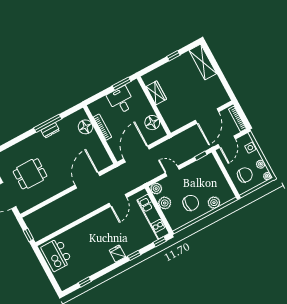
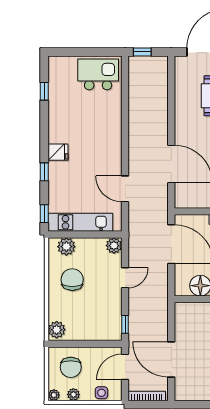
door: (227, 142) -> (125, 367), hinge flipped
plant: (165, 203) -> (66, 247), moved
chair: (191, 203) -> (72, 280), turned 180
plant: (214, 203) -> (57, 330), moved

